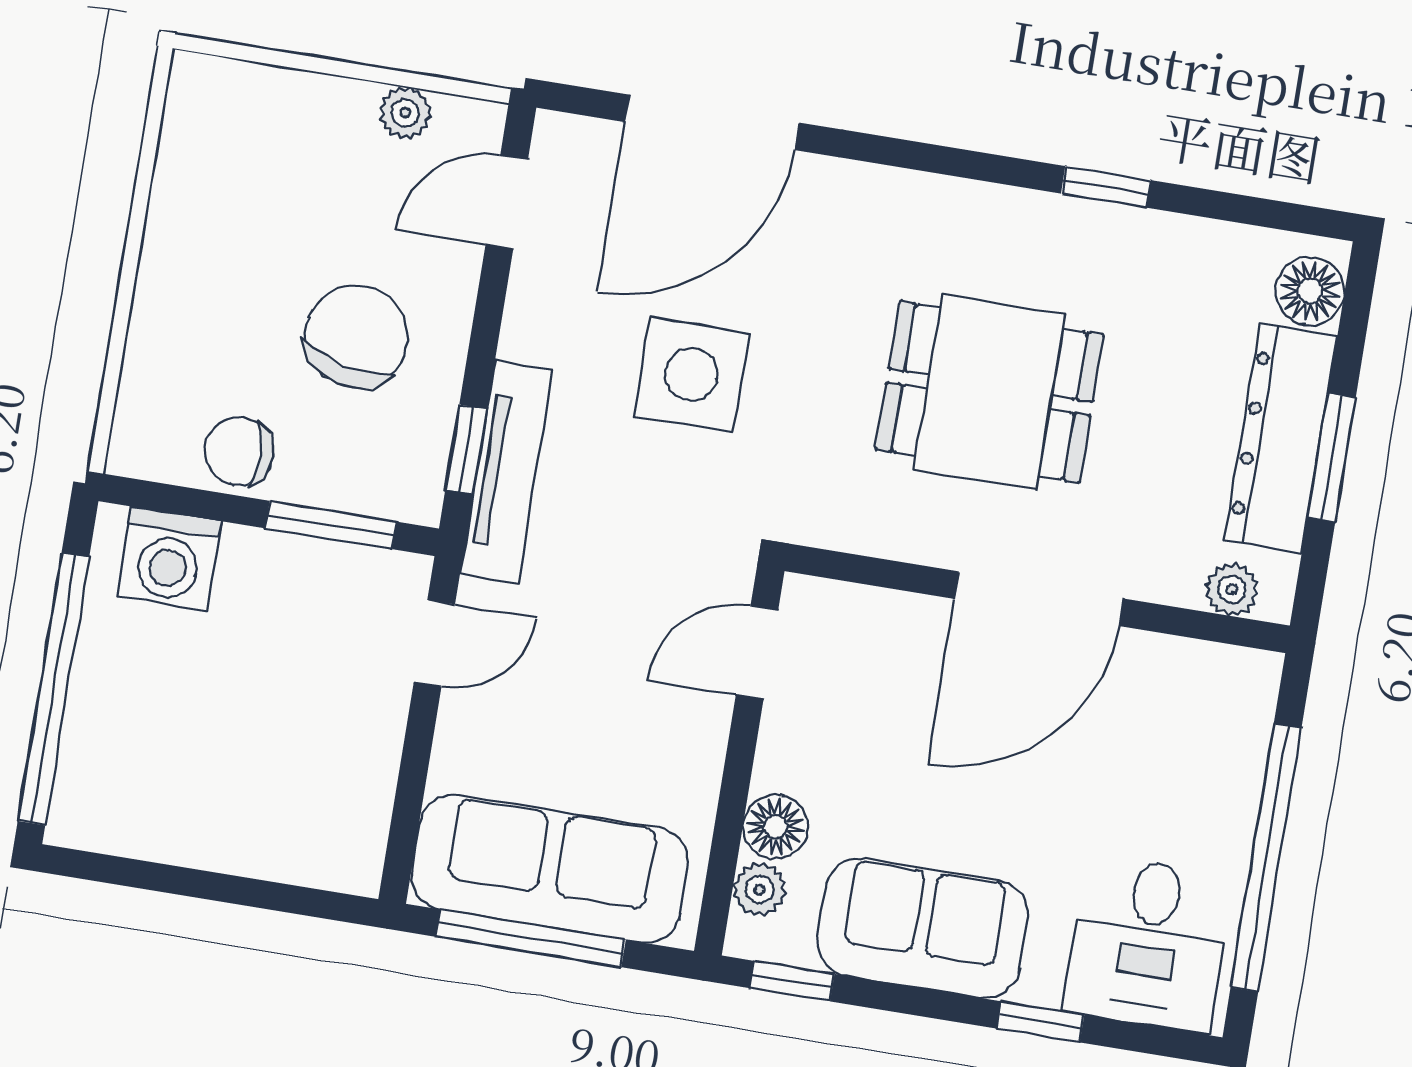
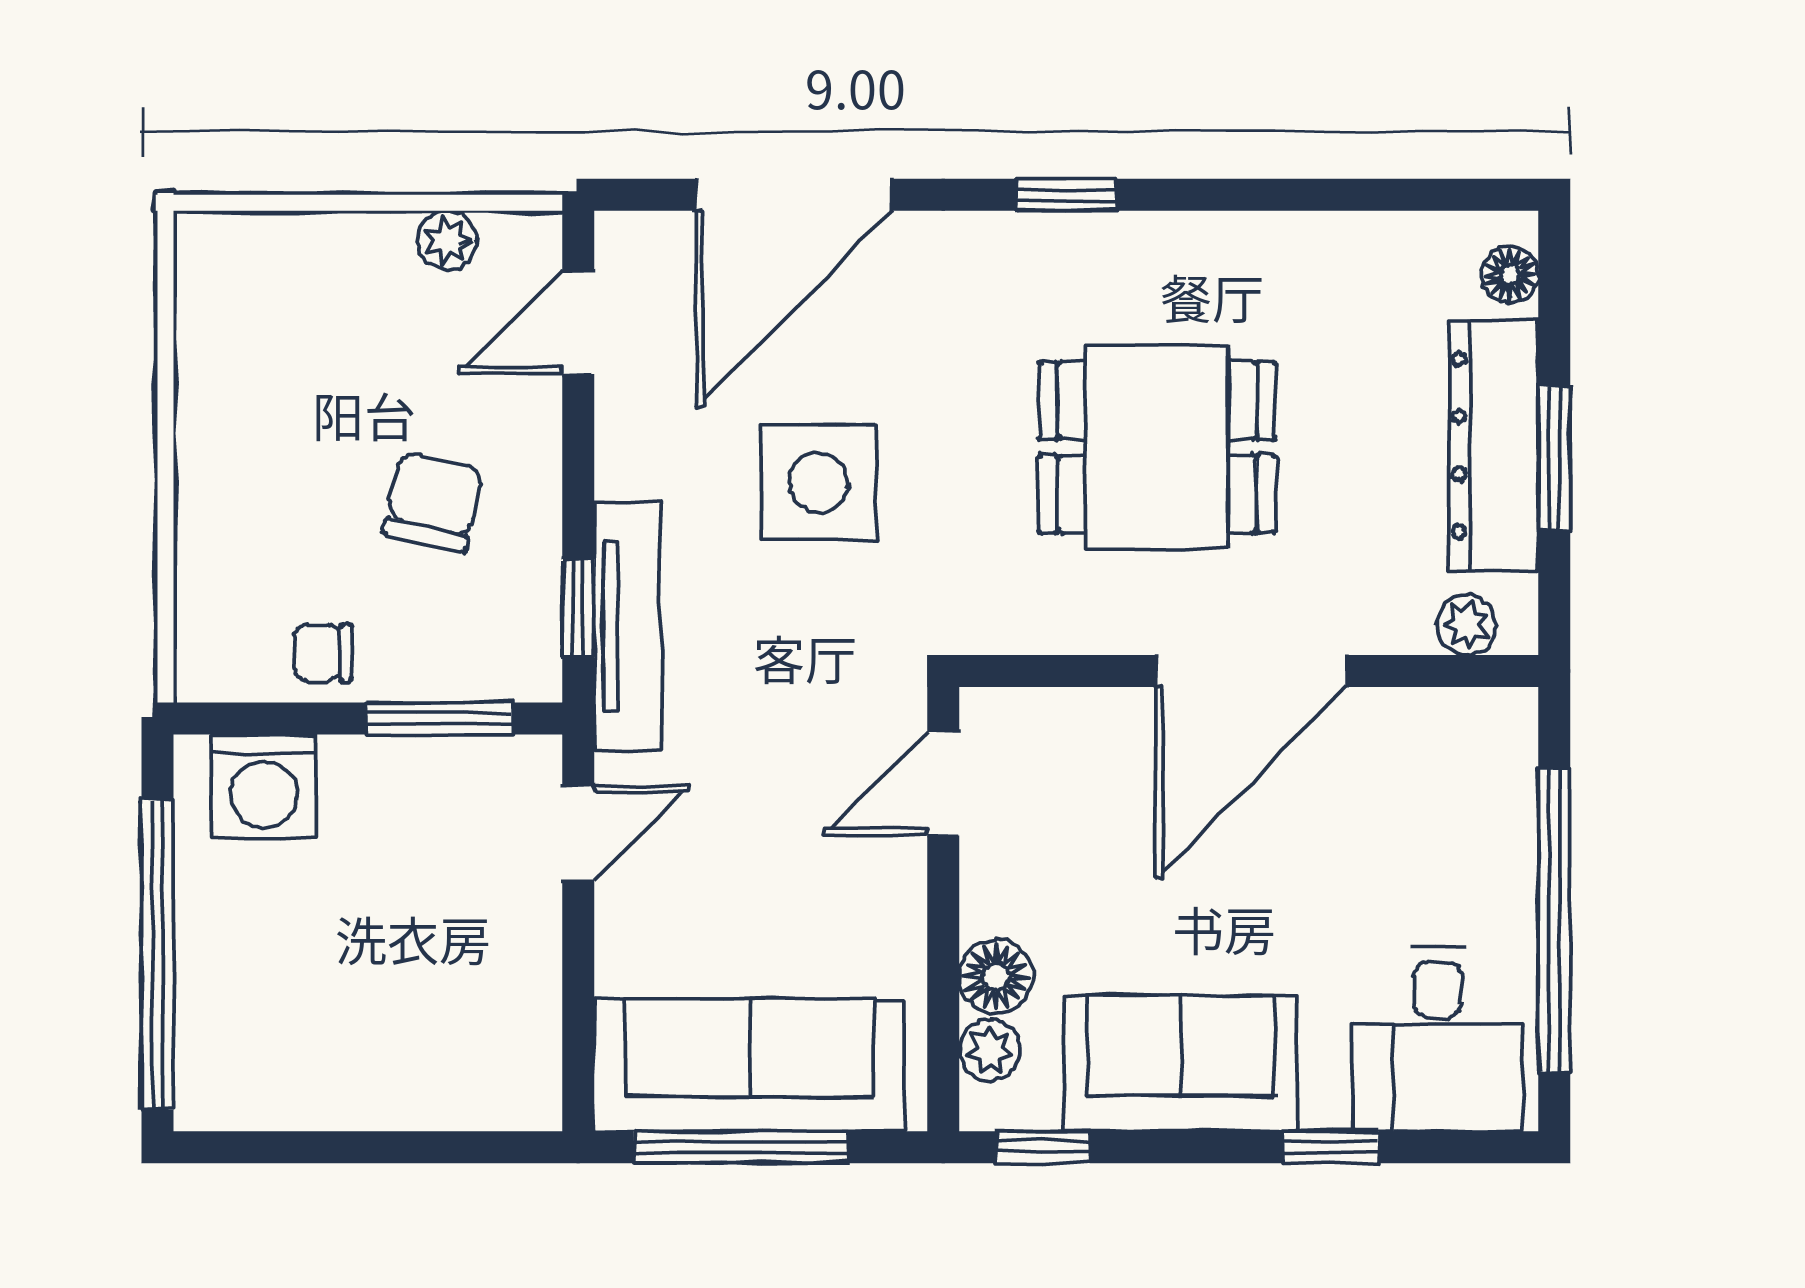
window: (1106, 187) -> (1066, 195), moved
floor lamp: (1310, 291) -> (1510, 275), width x0.73, depth x0.73
chair: (356, 336) -> (433, 501), width x0.73, depth x0.73
chair: (239, 451) -> (323, 653), width x0.73, depth x0.73

